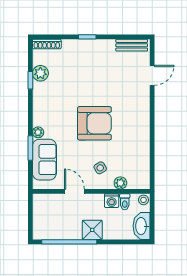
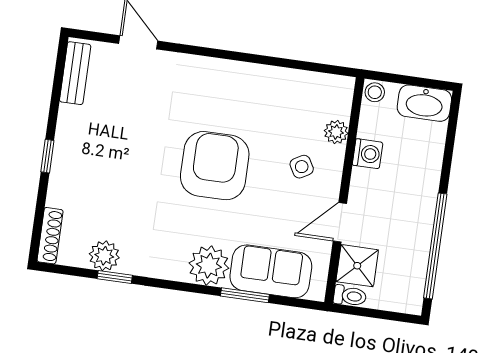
plant: (38, 132) -> (209, 266), width x1.88, depth x1.88
toilet: (125, 202) -> (350, 296), moved
shower: (92, 230) -> (357, 266), moved

